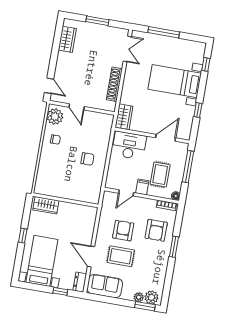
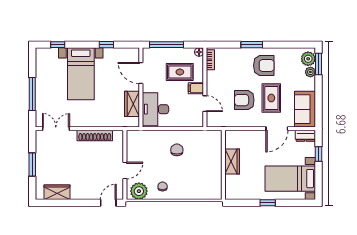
wardrobe: (124, 117) -> (132, 104), moved, turned -90
wardrobe: (46, 205) -> (232, 162), moved
armchair: (156, 230) -> (264, 66), moved

